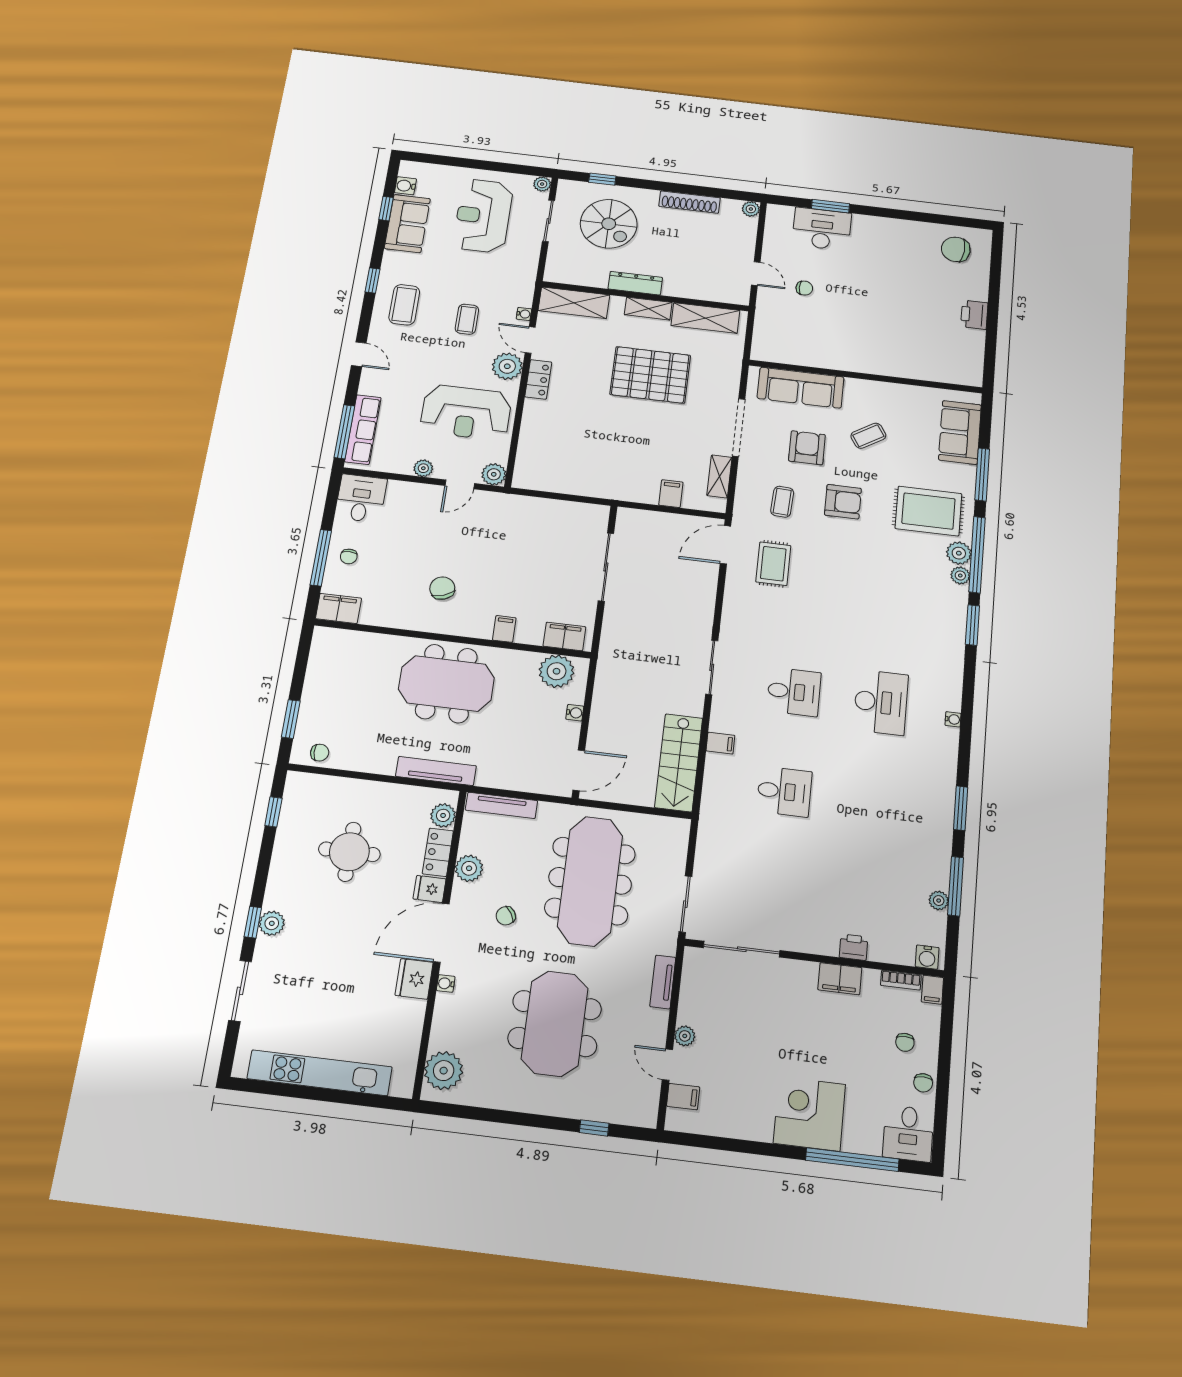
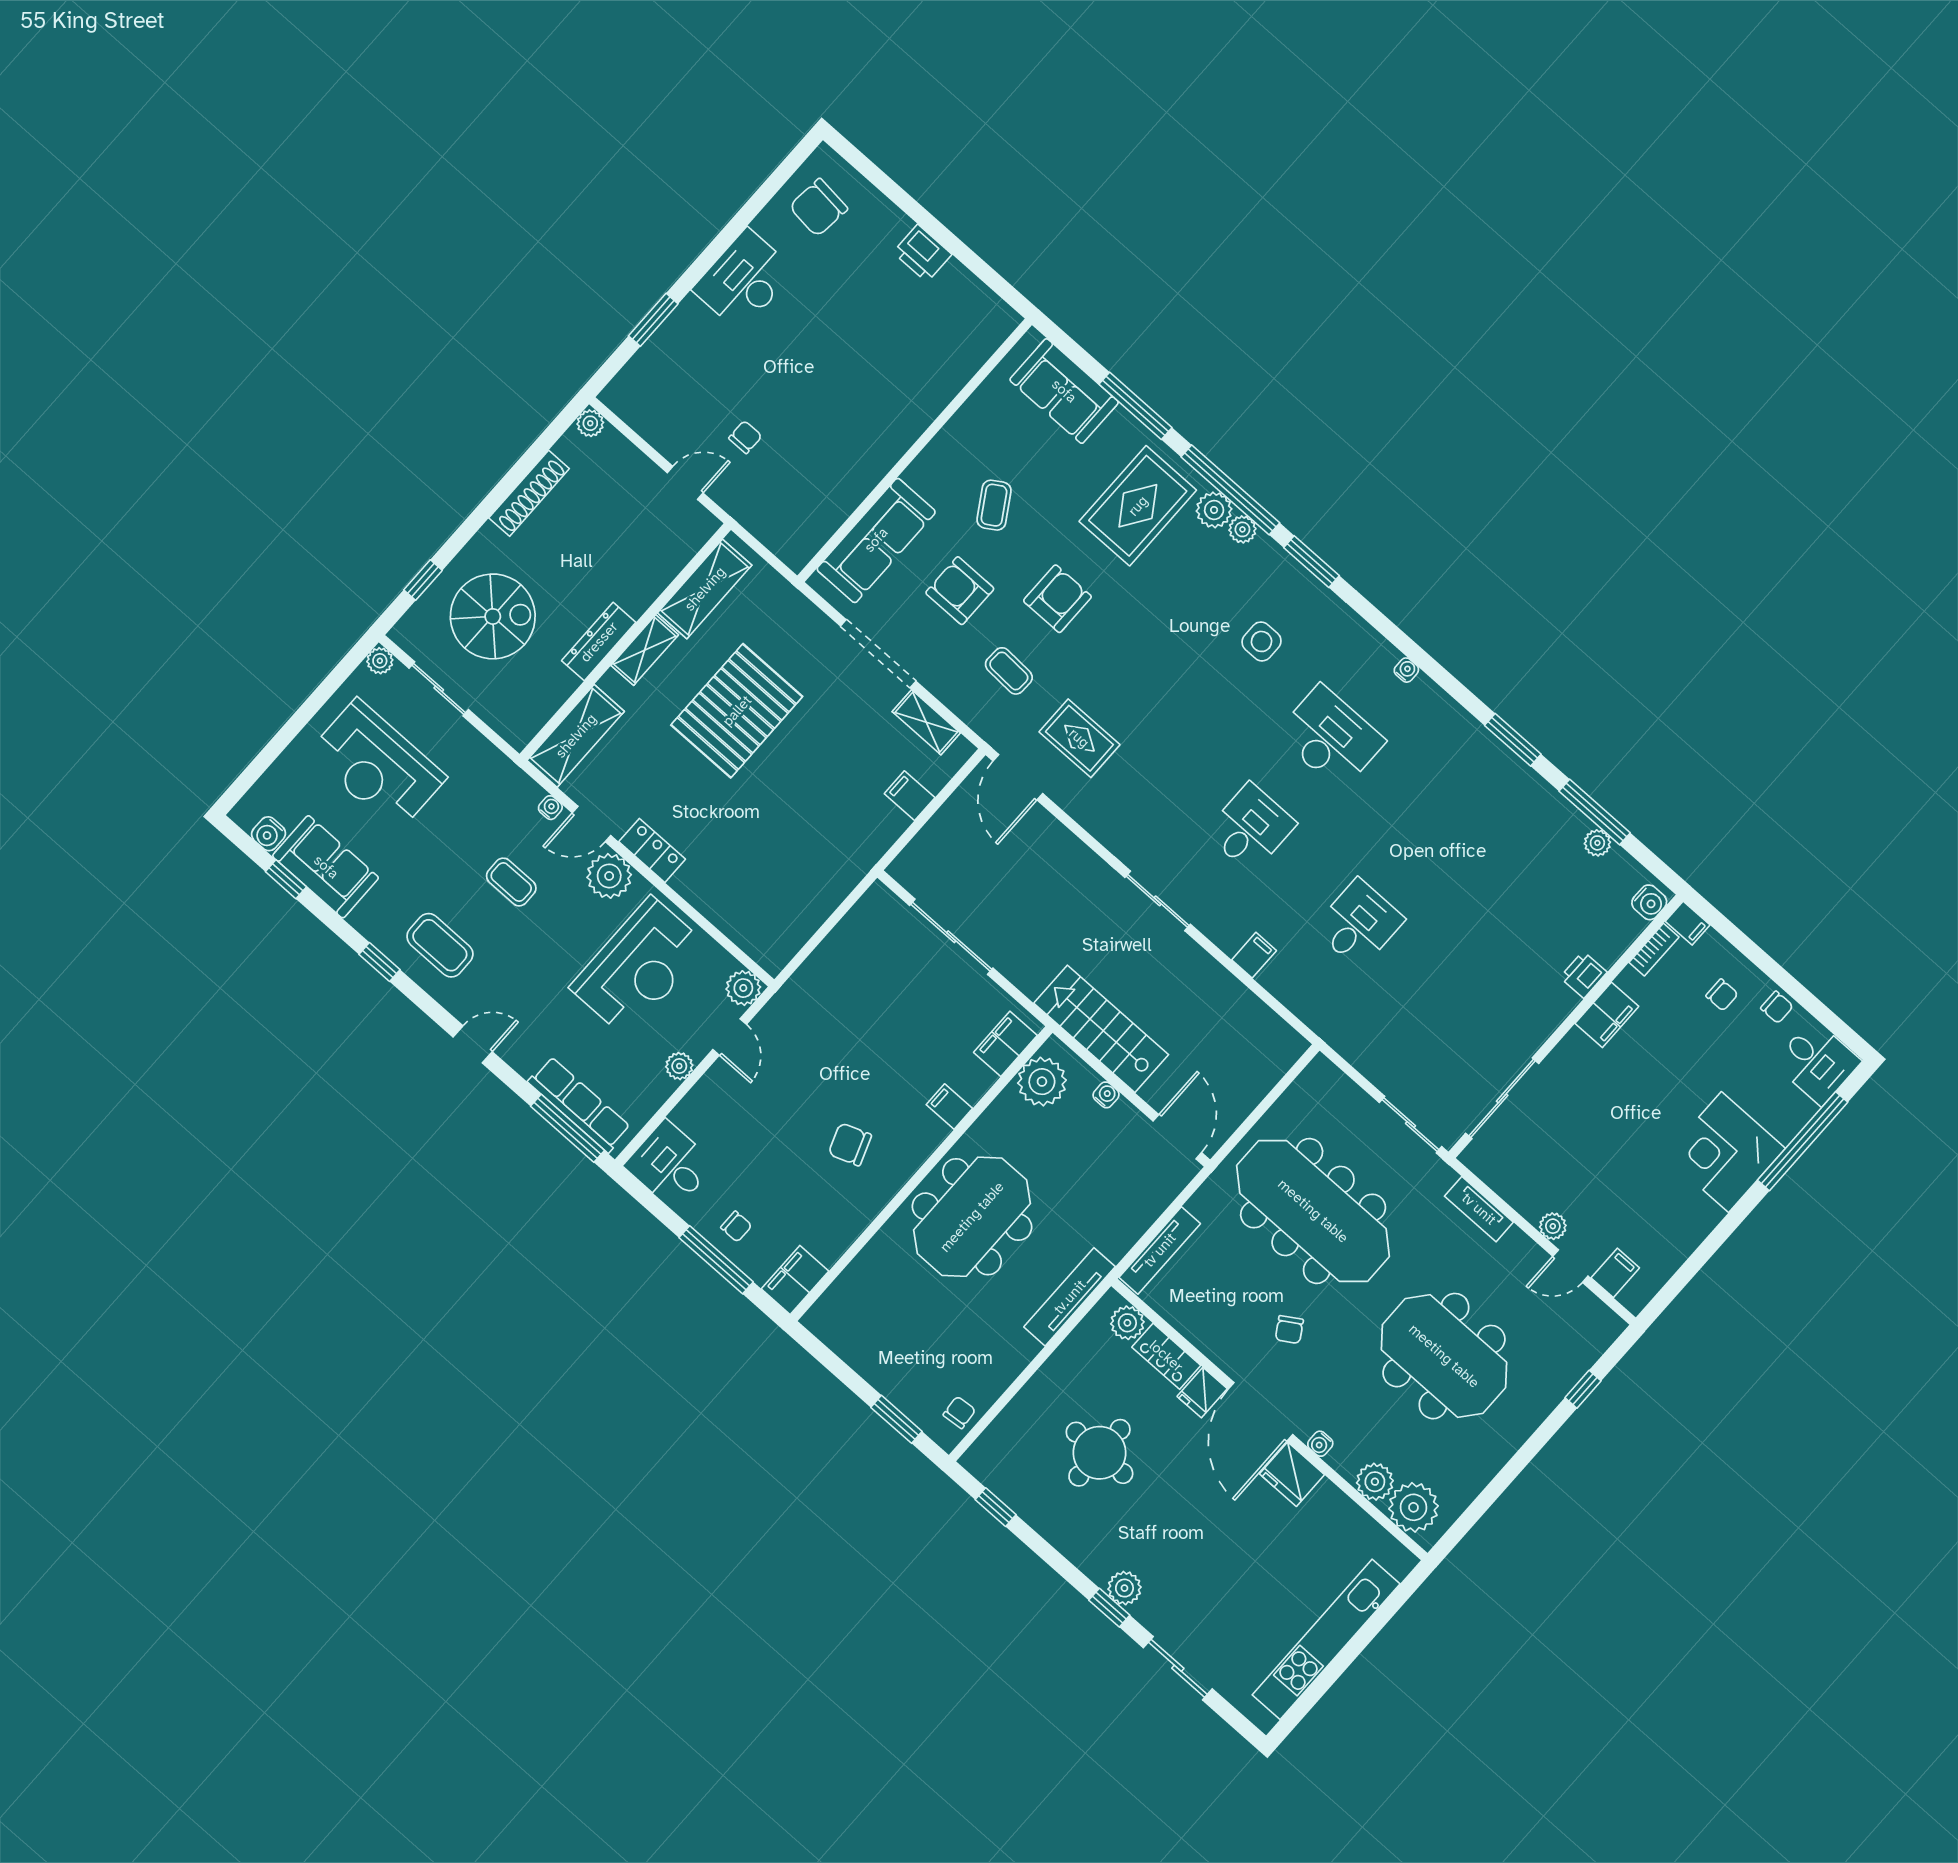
desk: (822, 229) -> (744, 280), moved
side table: (906, 627) -> (1261, 641), added
stairs: (679, 763) -> (1101, 1029), moved, turned 180
plant: (469, 868) -> (1375, 1482), moved

